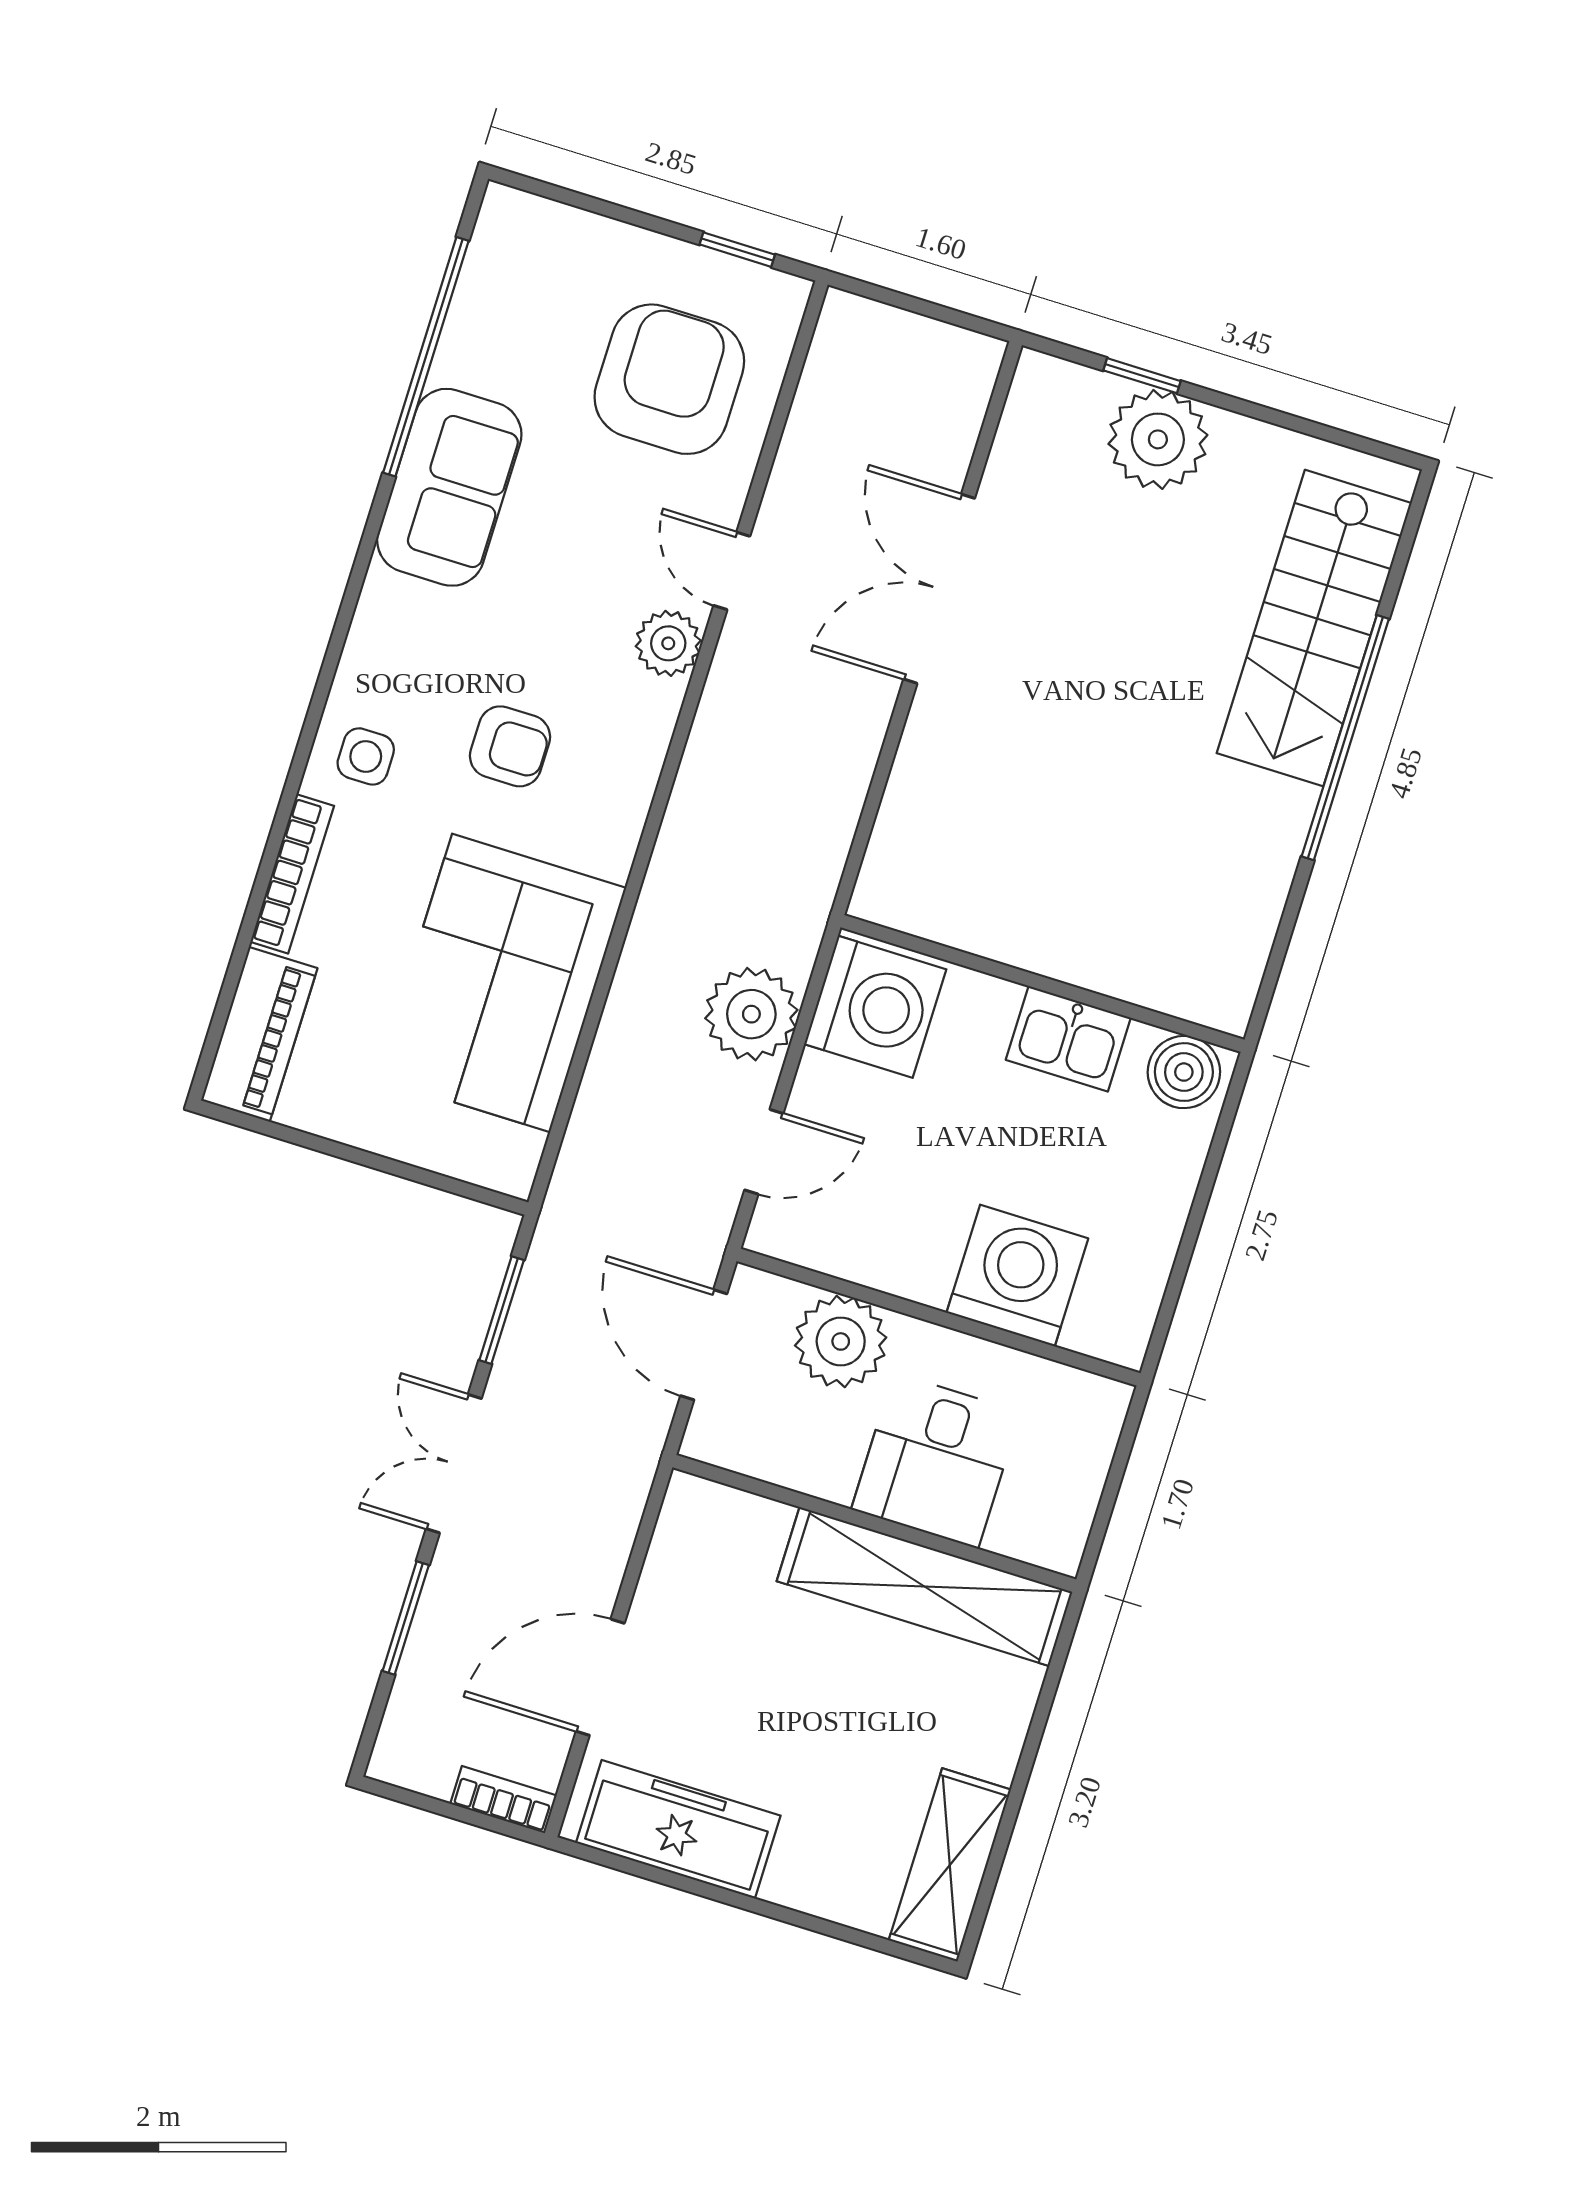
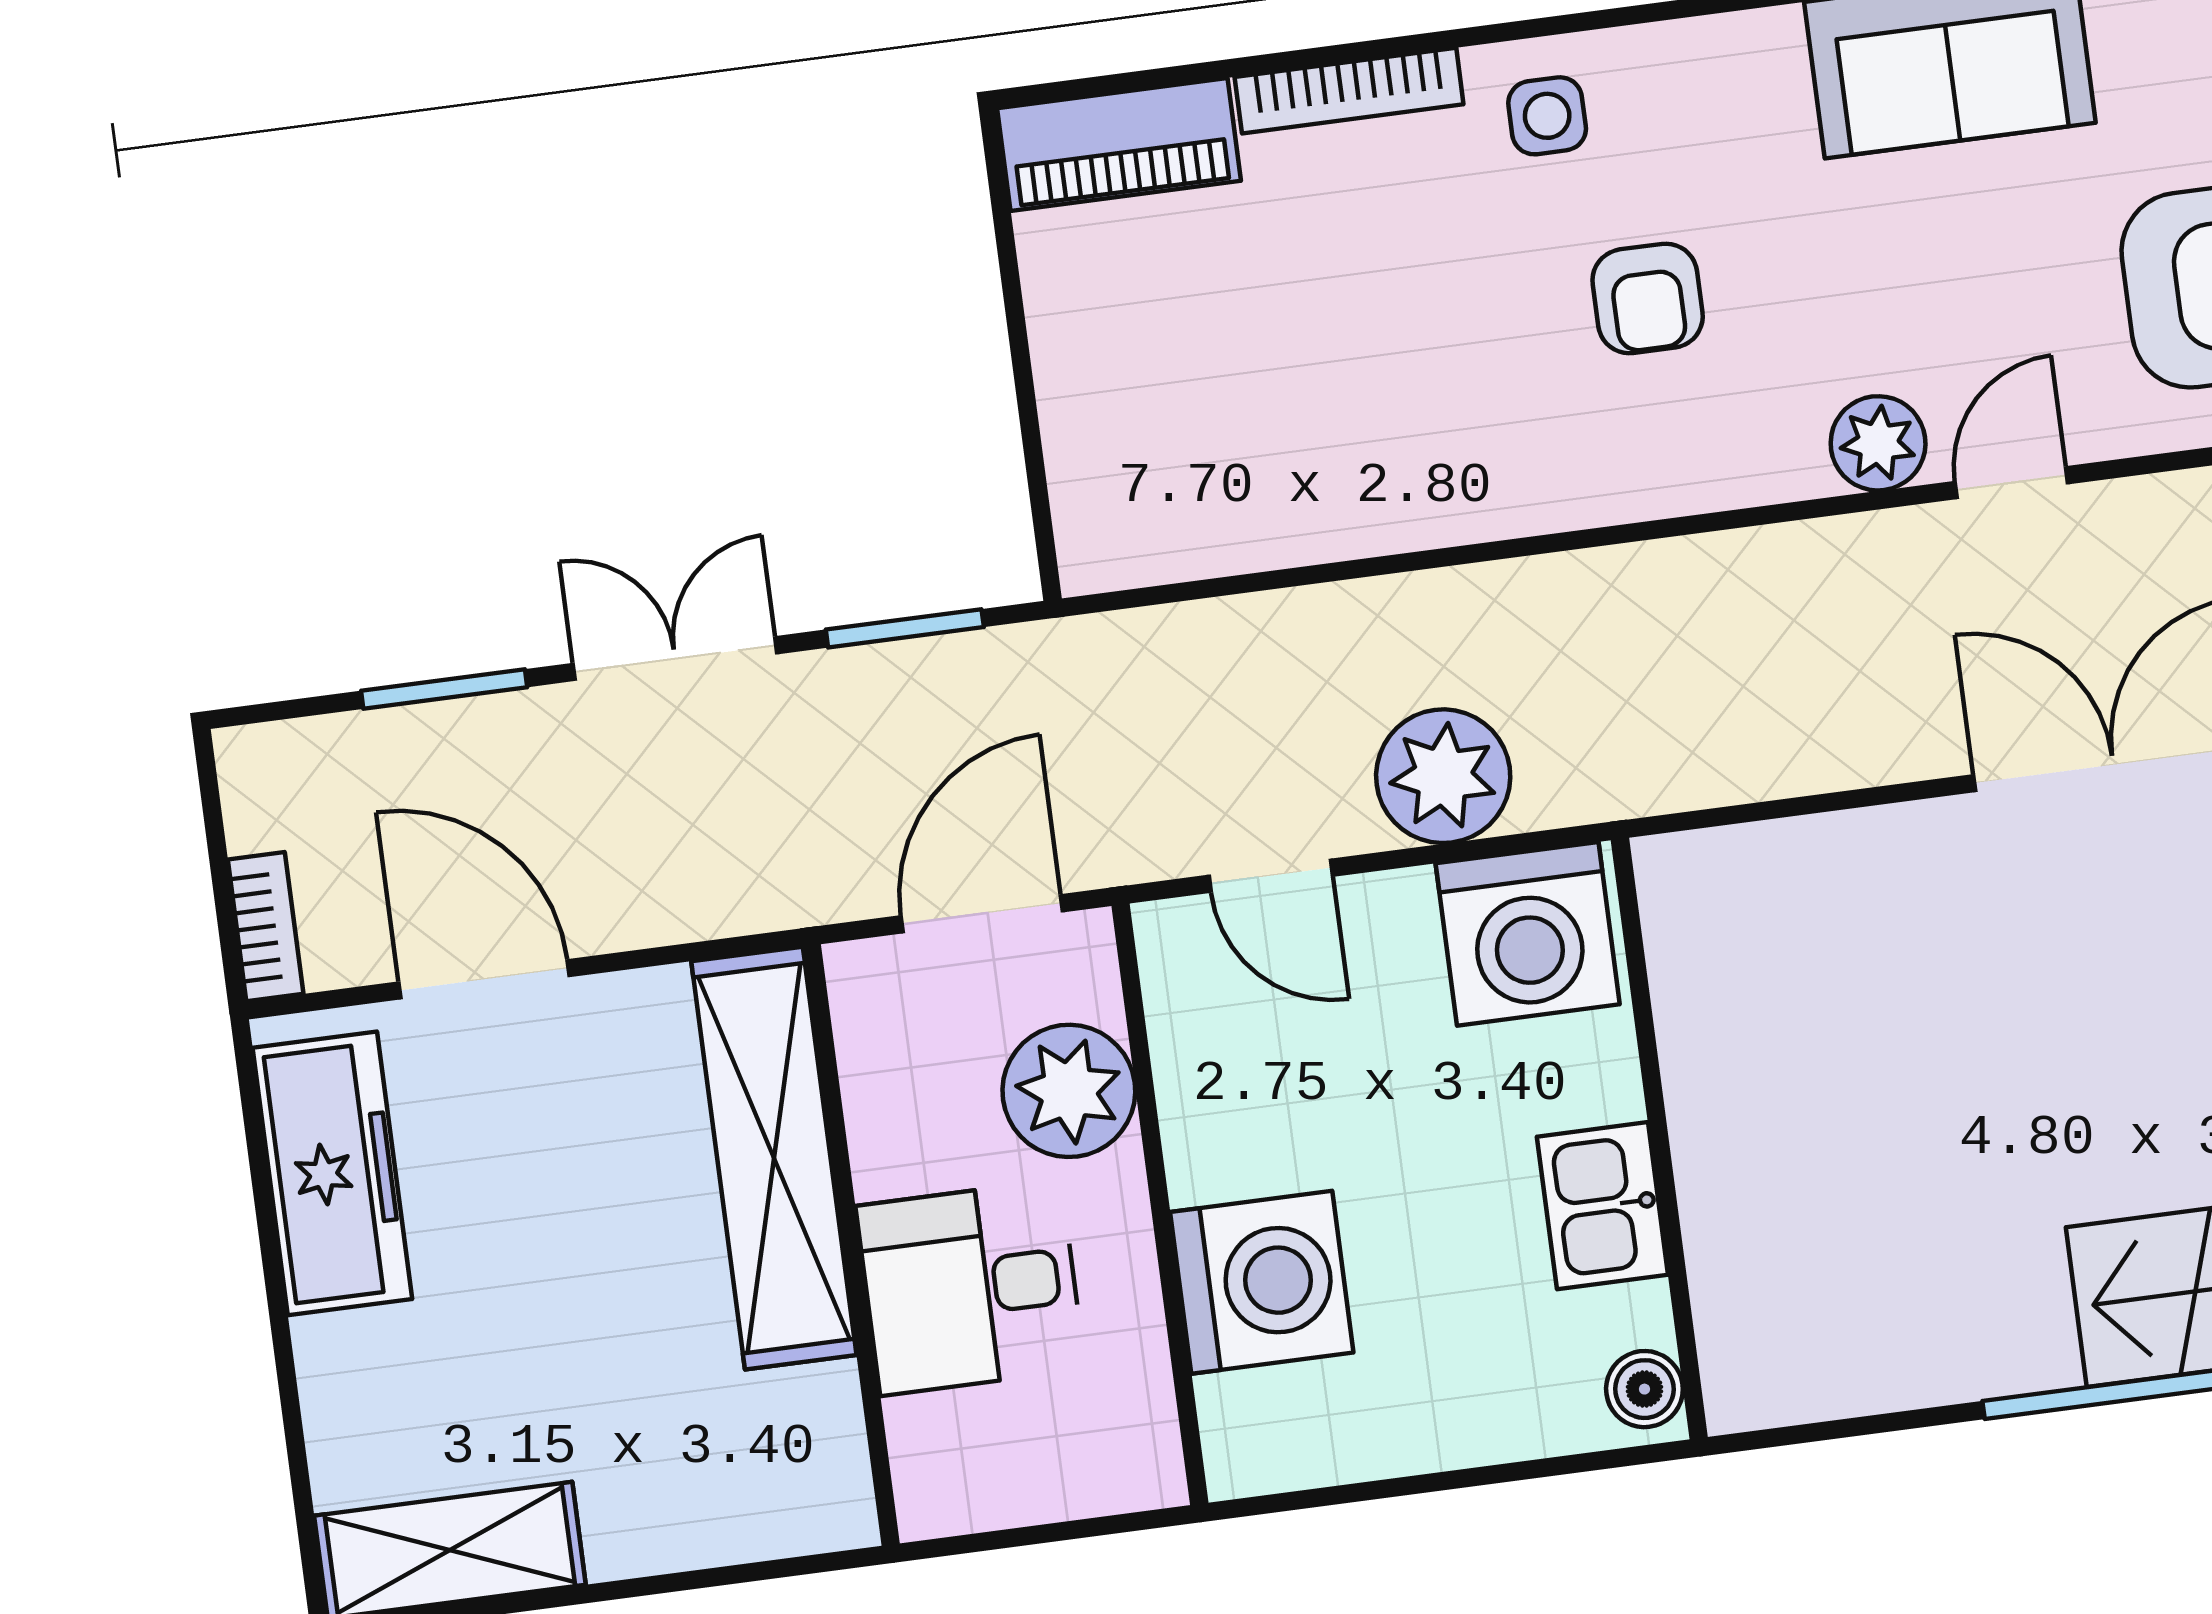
corner sofa: (501, 983) -> (1333, 430), removed
boiler: (1184, 1072) -> (1644, 1389), width x0.73, depth x0.73
shelving: (925, 1586) -> (774, 1158), moved

